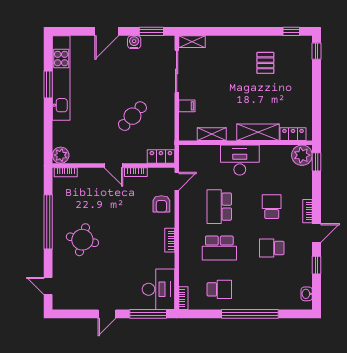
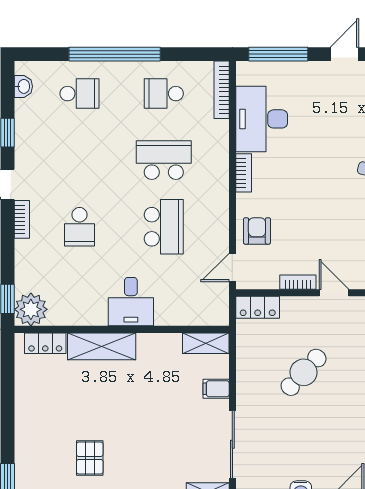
shelving: (212, 134) -> (206, 343), moved
desk: (240, 160) -> (131, 302), width x0.73
school desk: (272, 248) -> (80, 94), moved
desk: (158, 289) -> (262, 119), moved
bookcase: (183, 298) -> (222, 90), width x1.56

